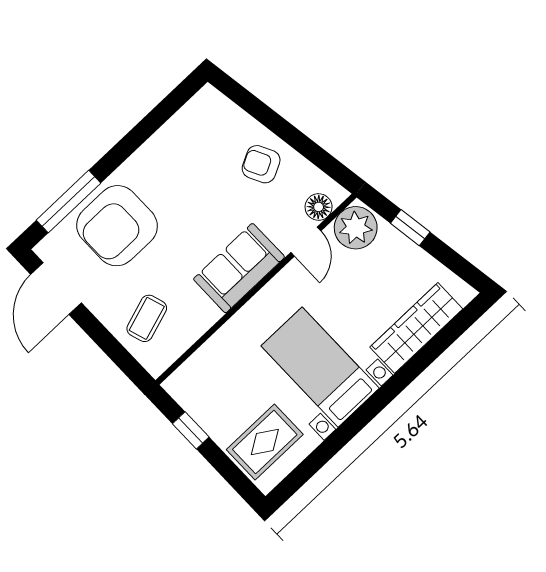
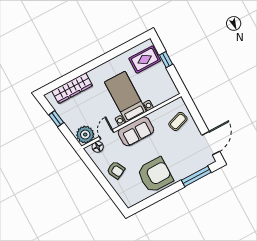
armchair: (117, 226) -> (155, 175), moved
window: (410, 228) -> (56, 119), moved
bed with nightstands: (320, 367) -> (126, 97), moved, turned 180
window: (191, 430) -> (166, 60), moved

